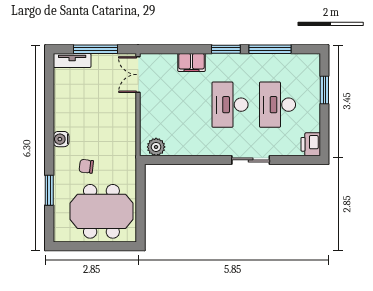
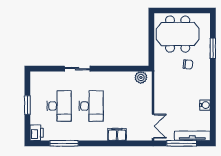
window: (226, 49) -> (94, 143), removed
tv unit: (72, 61) -> (192, 136), width x1.41
window: (324, 90) -> (27, 105), moved
water cooler: (61, 139) -> (205, 105), moved
printer: (311, 144) -> (37, 133), moved

